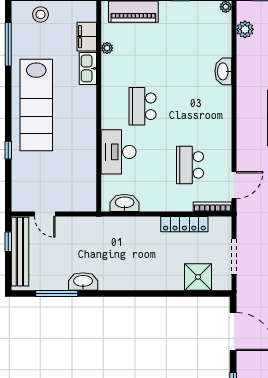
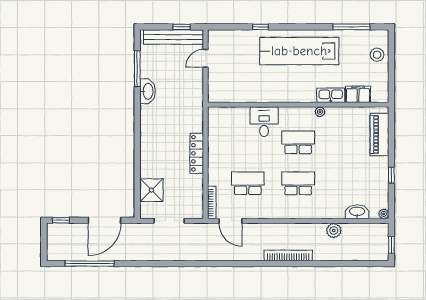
plant: (245, 29) -> (334, 230), moved
plant: (107, 48) -> (320, 112), moved
washbasin: (223, 71) -> (357, 212), moved
school desk: (190, 106) -> (298, 183), added
desk: (118, 152) -> (264, 122), width x0.73
washbasin: (125, 203) -> (215, 127), removed
locker: (184, 224) -> (197, 153), moved

